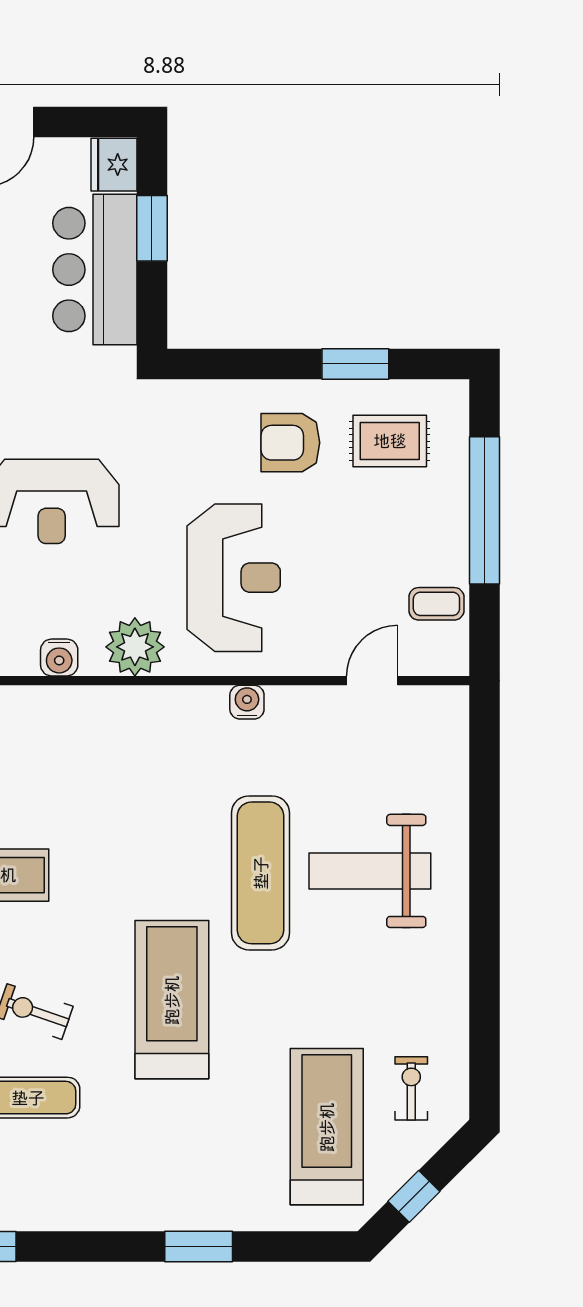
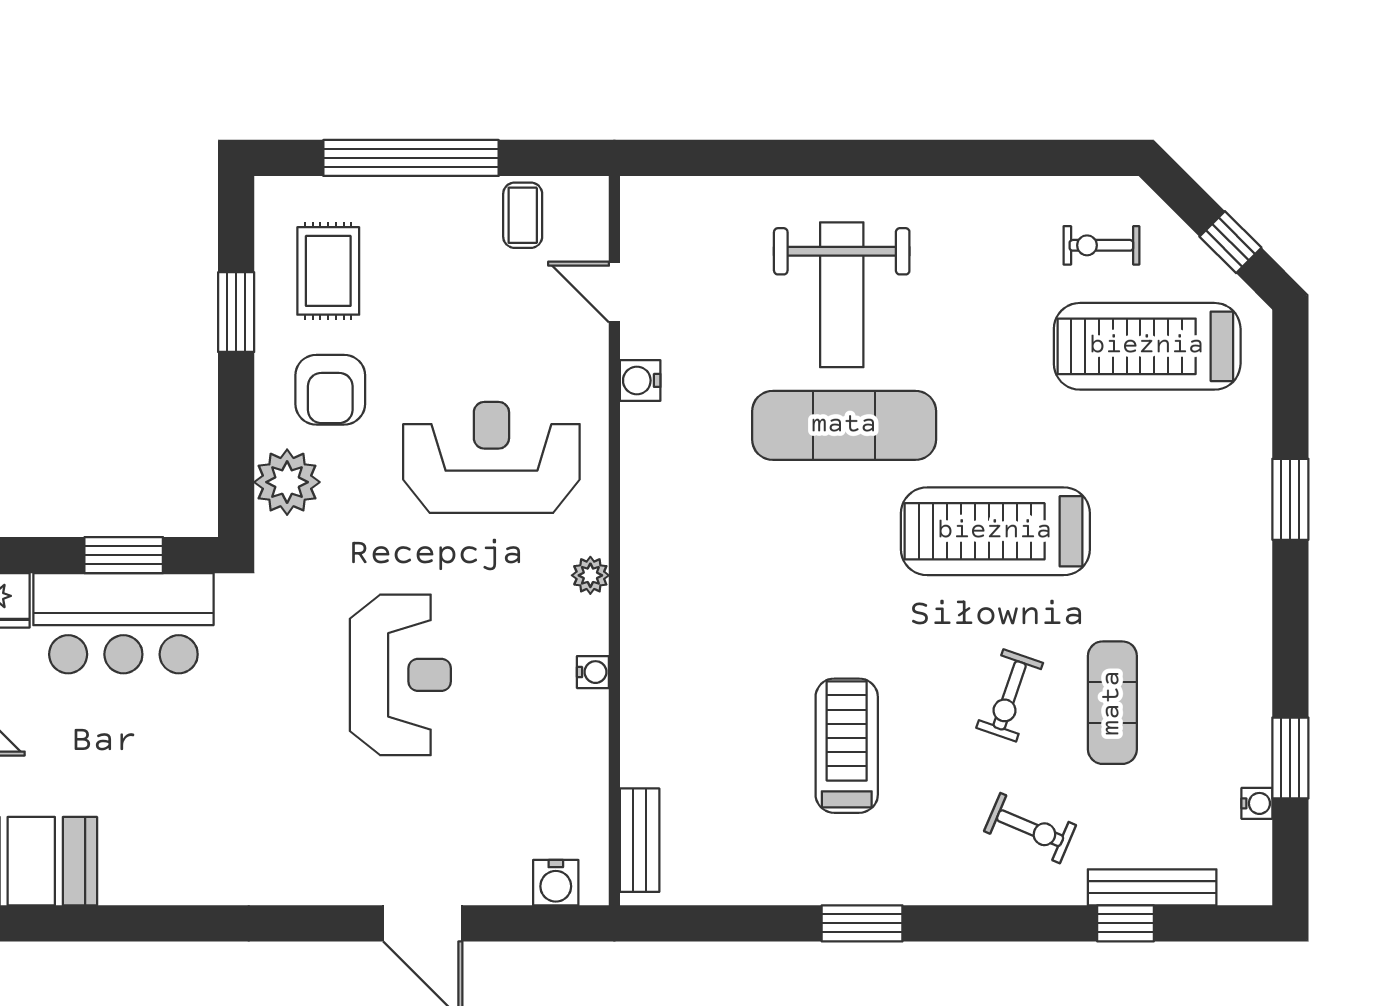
window: (152, 228) -> (124, 555), moved
plant: (213, 407) -> (287, 482), added
plant: (135, 647) -> (590, 575), width x0.53, depth x0.53
water cooler: (59, 658) -> (593, 672), width x0.72, depth x0.72
water cooler: (247, 702) -> (640, 380), moved

